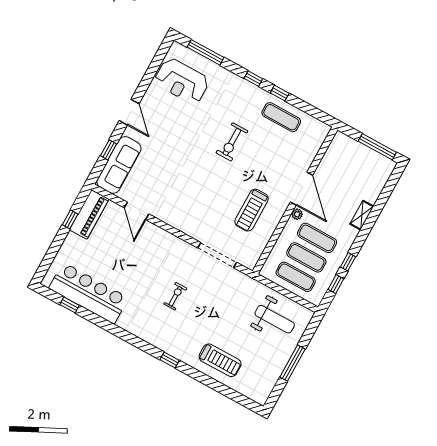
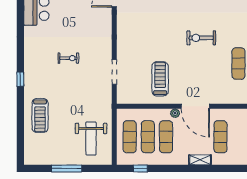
exercise mat: (349, 180) -> (220, 137), added
door: (302, 189) -> (195, 106), hinge flipped
treadmill: (252, 210) -> (160, 79), turned 90
doorway: (217, 255) -> (114, 72), width x0.73
window: (348, 262) -> (161, 168), removed

